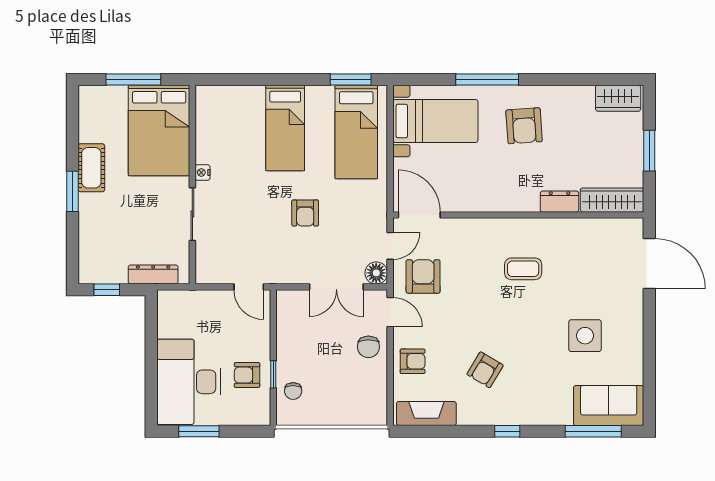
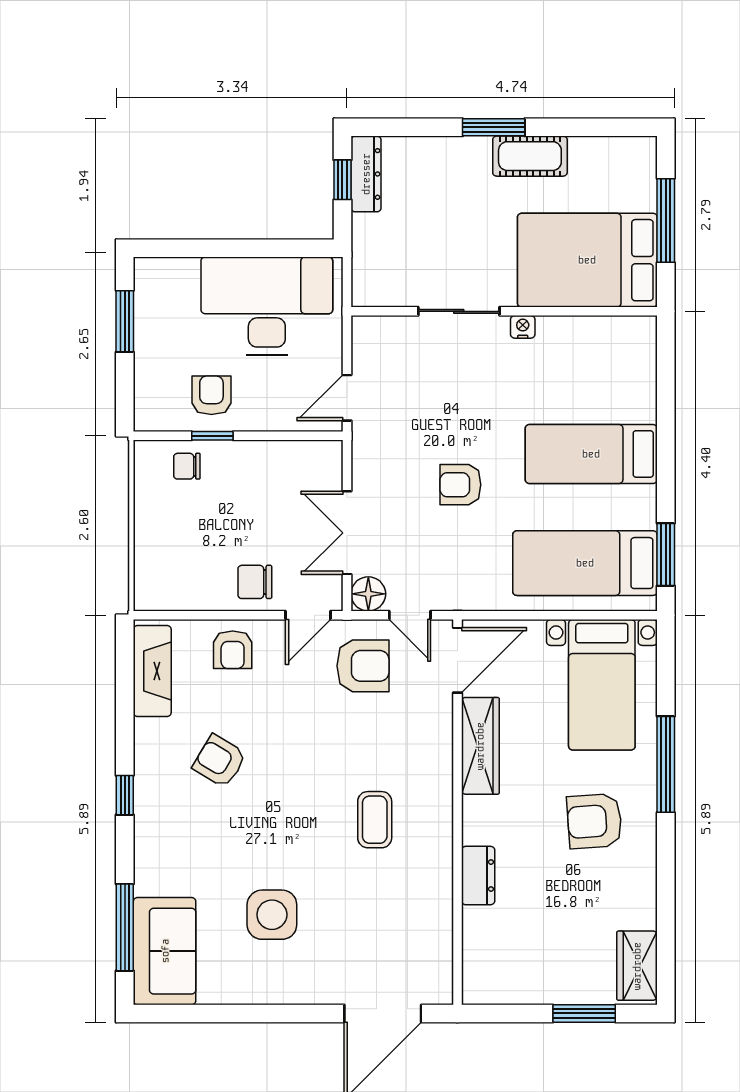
window: (649, 151) -> (584, 1013), moved
wardrobe: (612, 200) -> (480, 746), moved
dresser: (153, 274) -> (366, 174), moved
desk: (189, 382) -> (267, 306), moved

